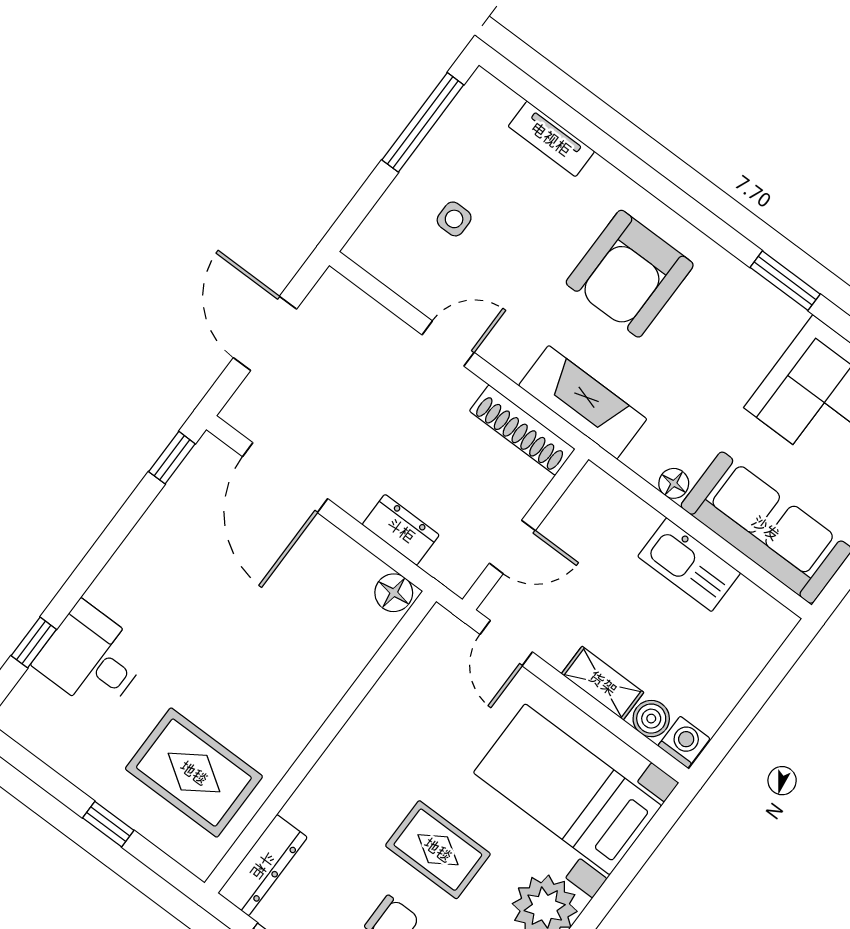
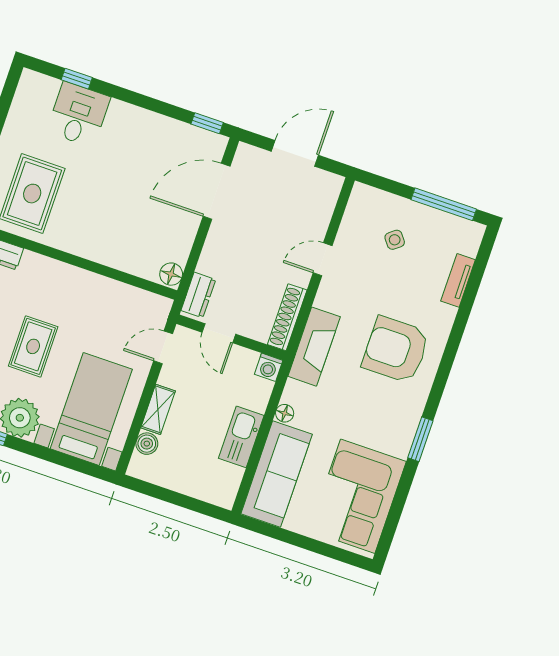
side table: (454, 219) -> (395, 240), turned -38
door: (448, 344) -> (323, 259), swing flipped
dresser: (401, 530) -> (198, 295), moved
washing machine: (684, 742) -> (269, 367), moved, turned 90

